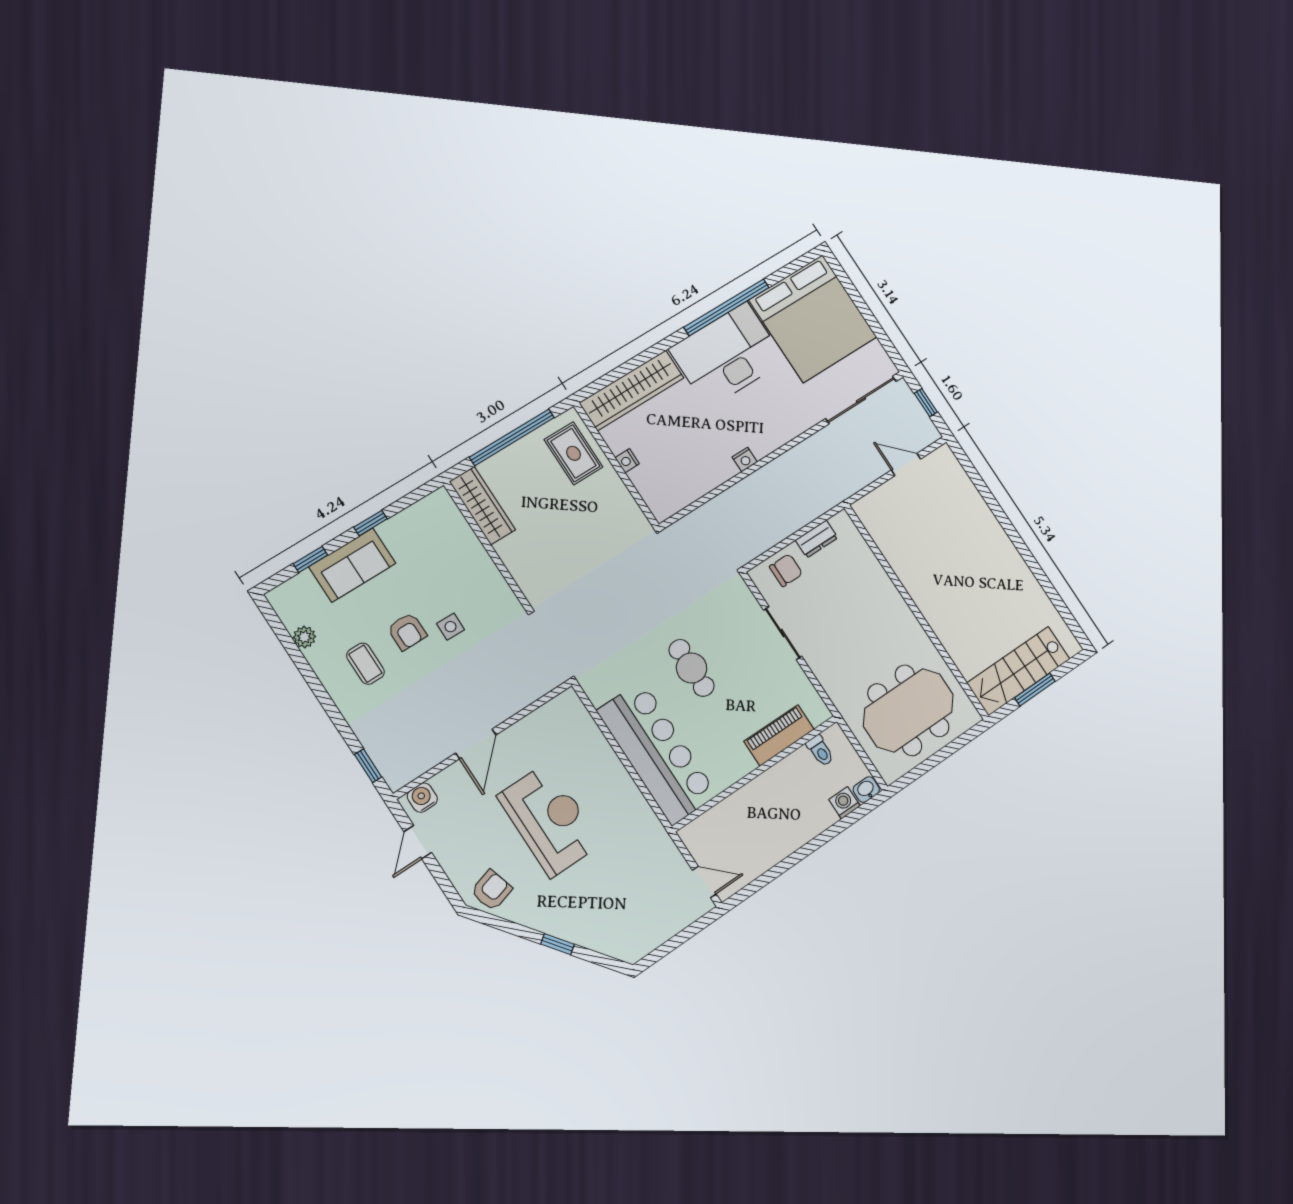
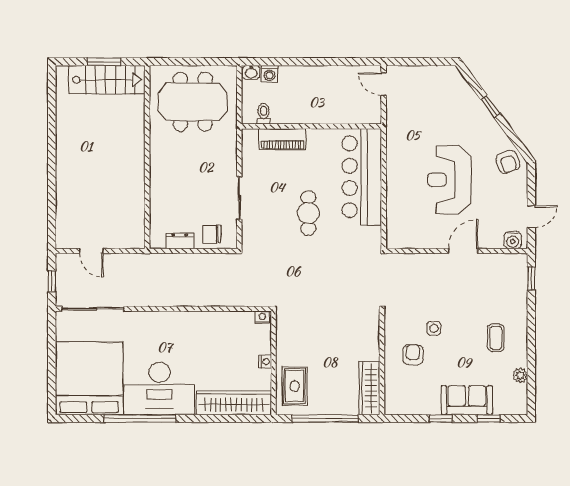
nightstand: (745, 459) -> (262, 317), moved
armchair: (407, 631) -> (413, 355), moved
armchair: (492, 890) -> (508, 162), turned -94

